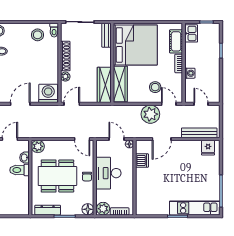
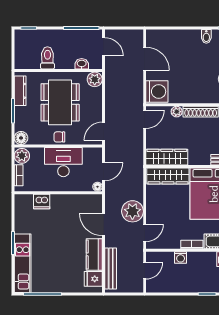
stool: (155, 87) -> (164, 217), removed
door: (72, 104) -> (145, 119), hinge flipped
kitchen counter: (187, 147) -> (94, 254), added
dishwasher: (142, 161) -> (42, 201), moved
toilet: (20, 170) -> (47, 58), moved

